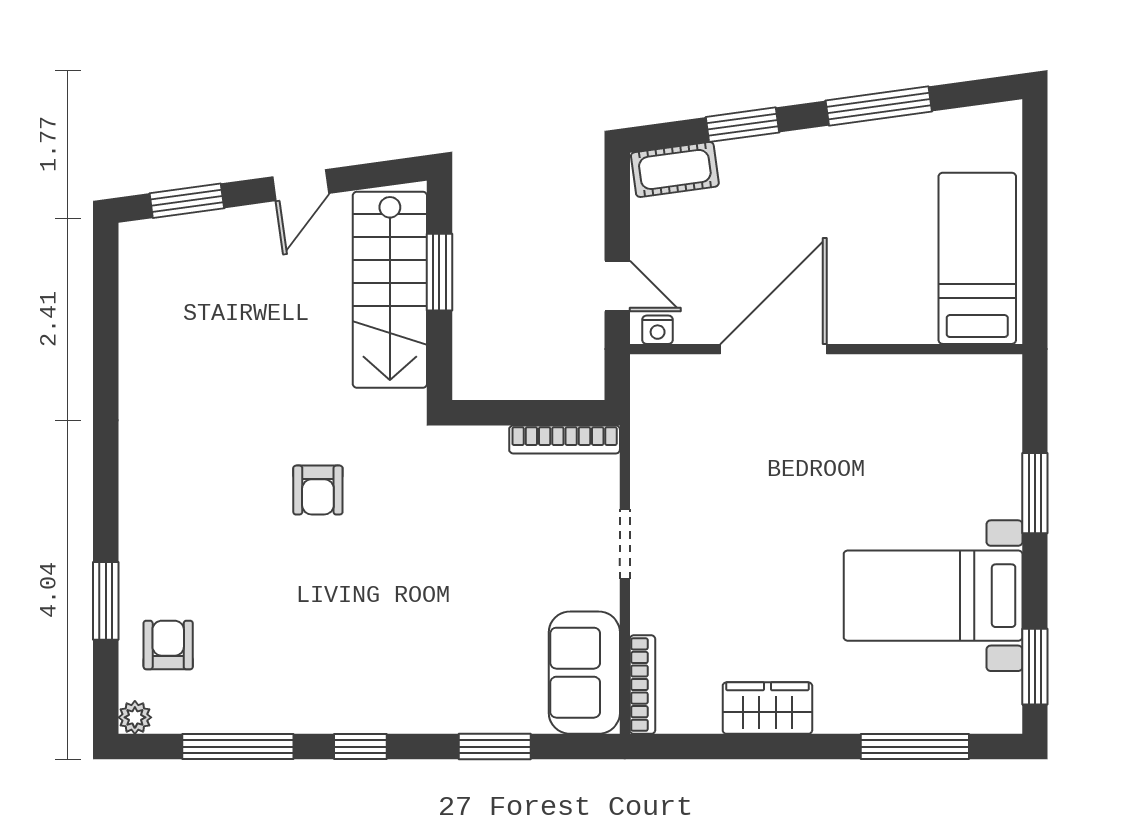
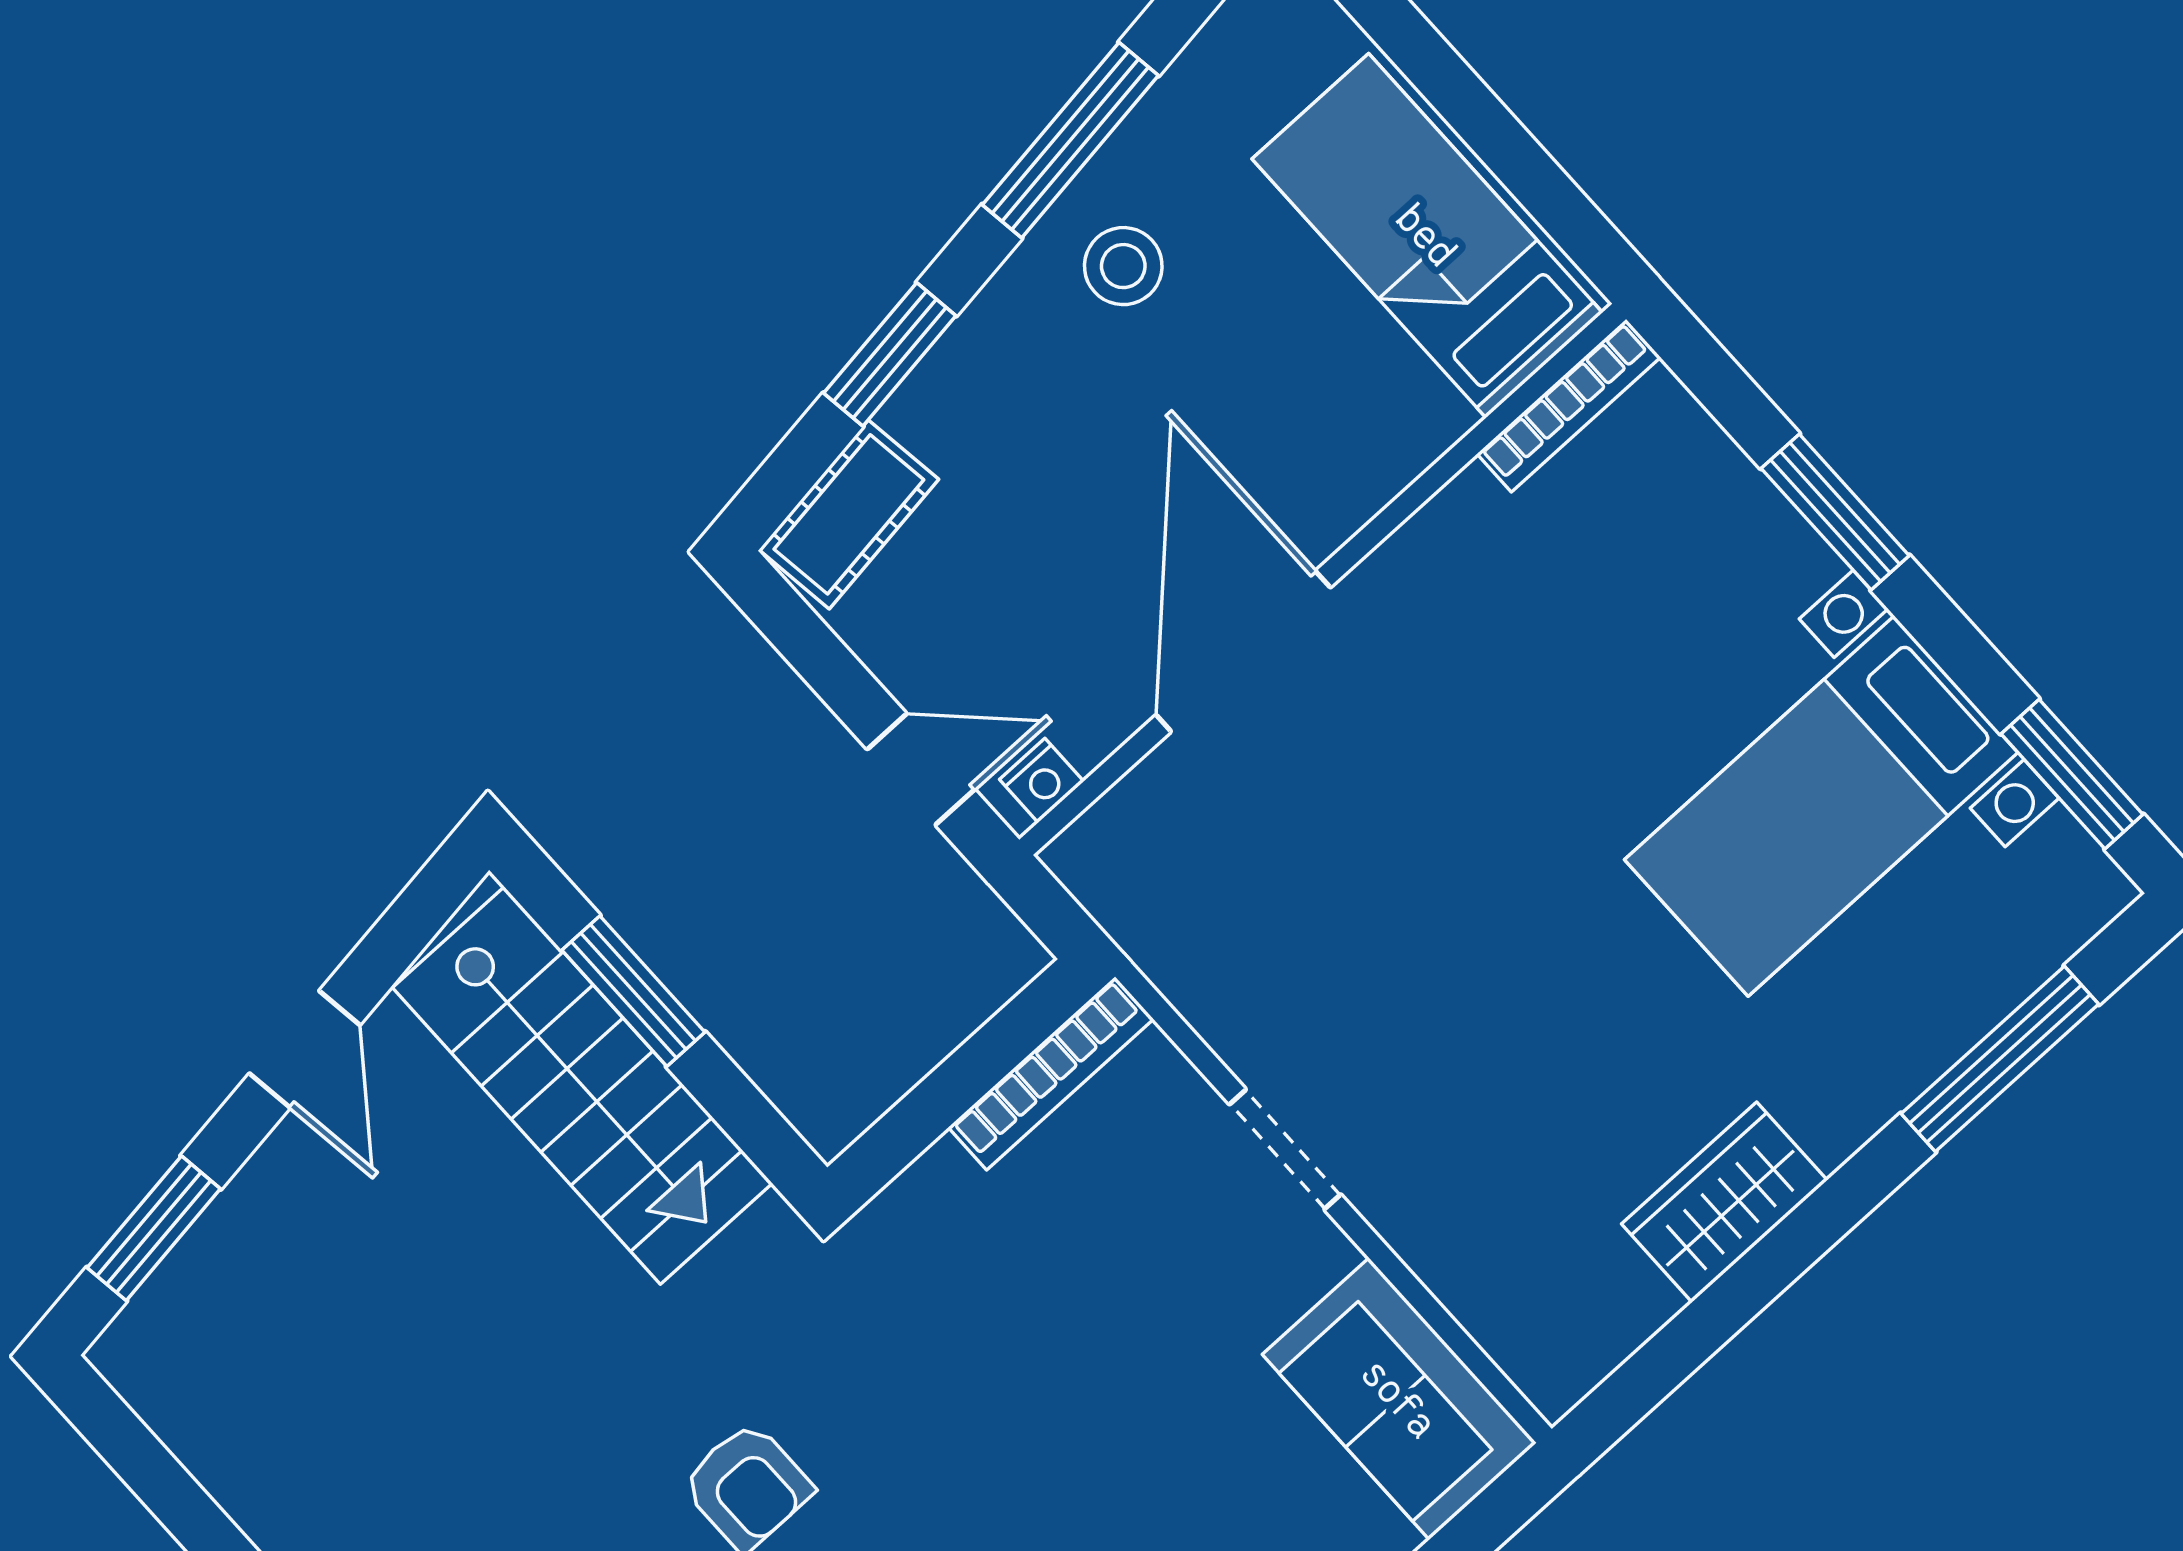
stool: (857, 169) -> (1123, 266), added
bookcase: (643, 685) -> (1569, 406), moved, turned 90

